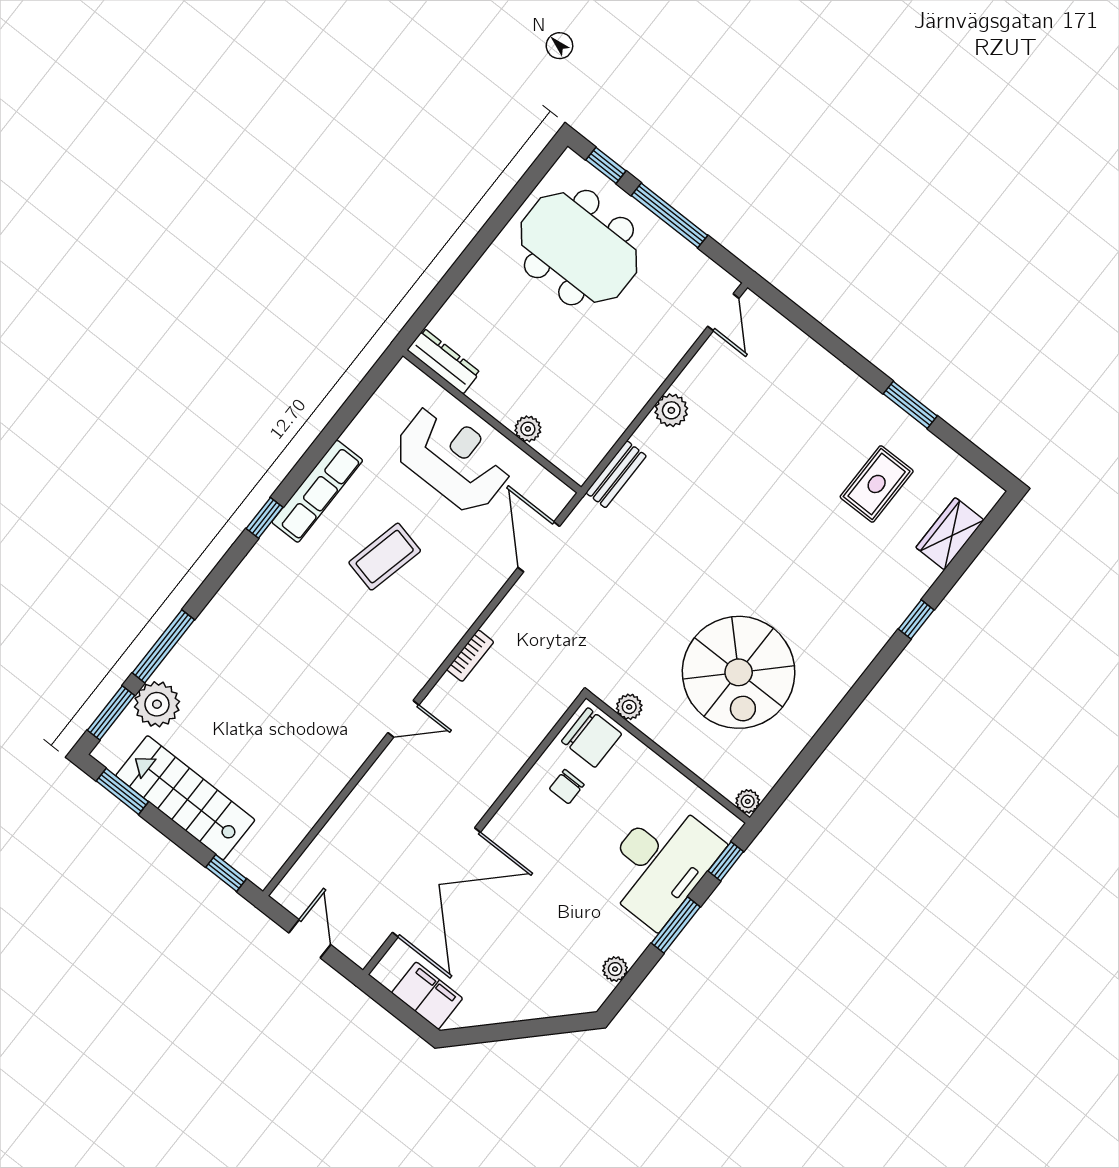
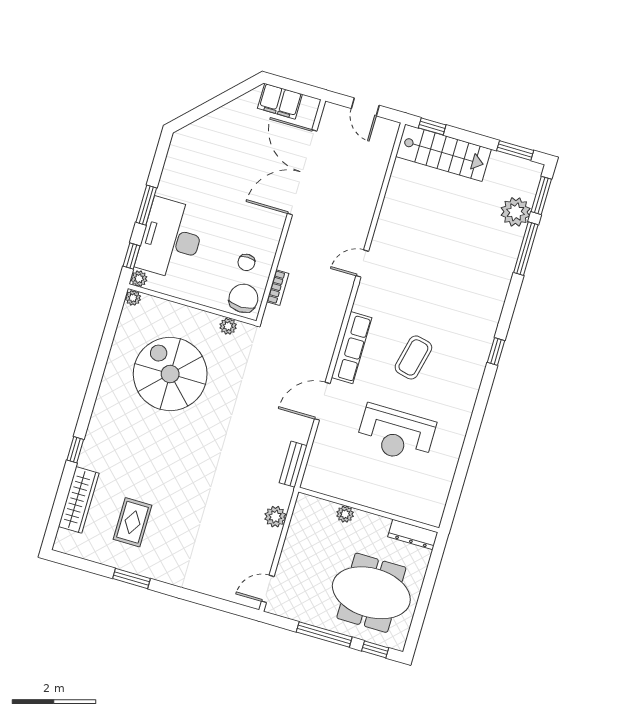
door: (723, 312) -> (268, 589), hinge flipped
dresser: (443, 361) -> (413, 534), moved
wall: (492, 421) -> (369, 510), moved
plant: (528, 429) -> (345, 514), moved
row of seats: (317, 491) -> (352, 348), moved, turned 180
wardrobe: (950, 534) -> (79, 500), width x1.50
door: (539, 547) -> (322, 401), swing flipped
bookcase: (470, 656) -> (278, 288), moved, turned 180
chair: (592, 738) -> (243, 298), turned 90
chair: (567, 787) -> (246, 262), turned 180
stairs: (185, 798) -> (443, 153), moved
plant: (615, 969) -> (139, 279), moved

